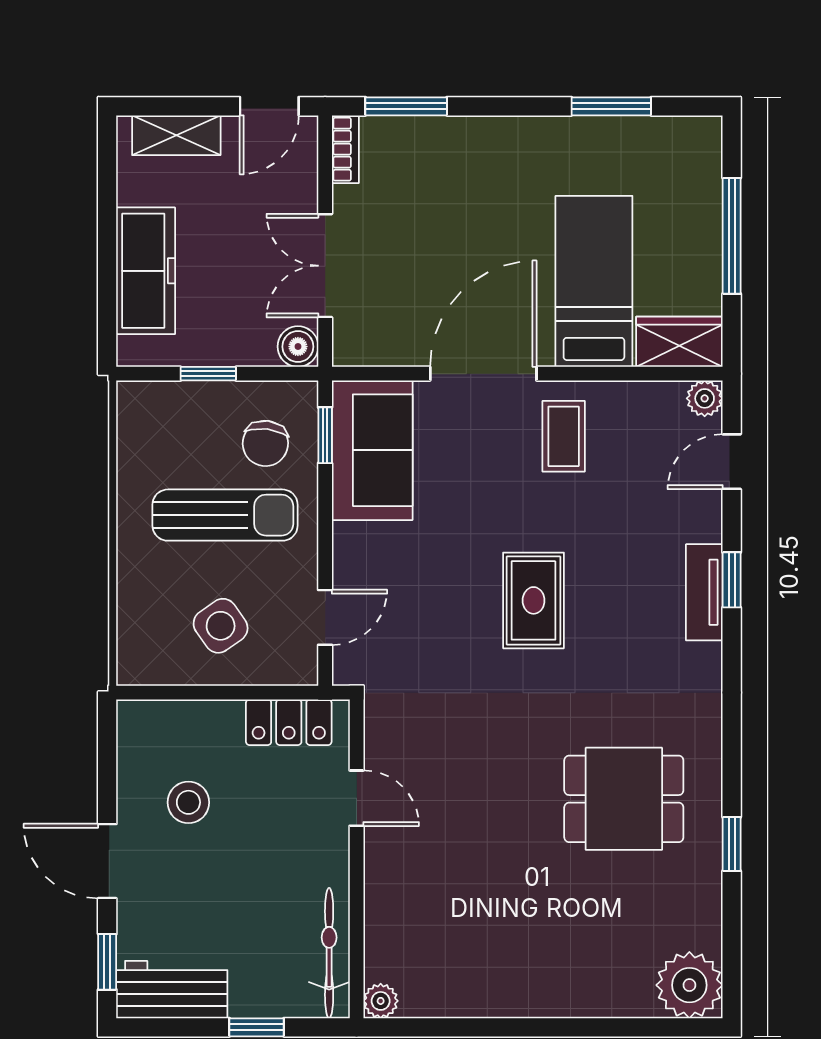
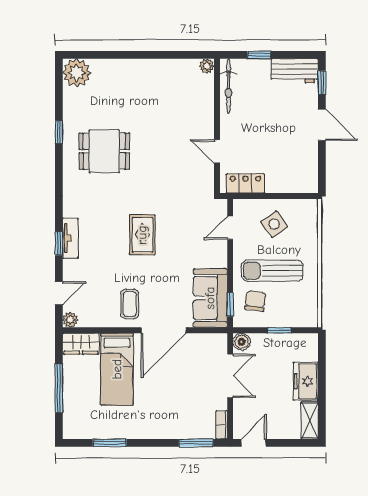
shelving: (176, 135) -> (310, 420), moved, turned 90
freezer: (146, 271) -> (306, 381), width x0.71
stool: (188, 802) -> (288, 150), removed

